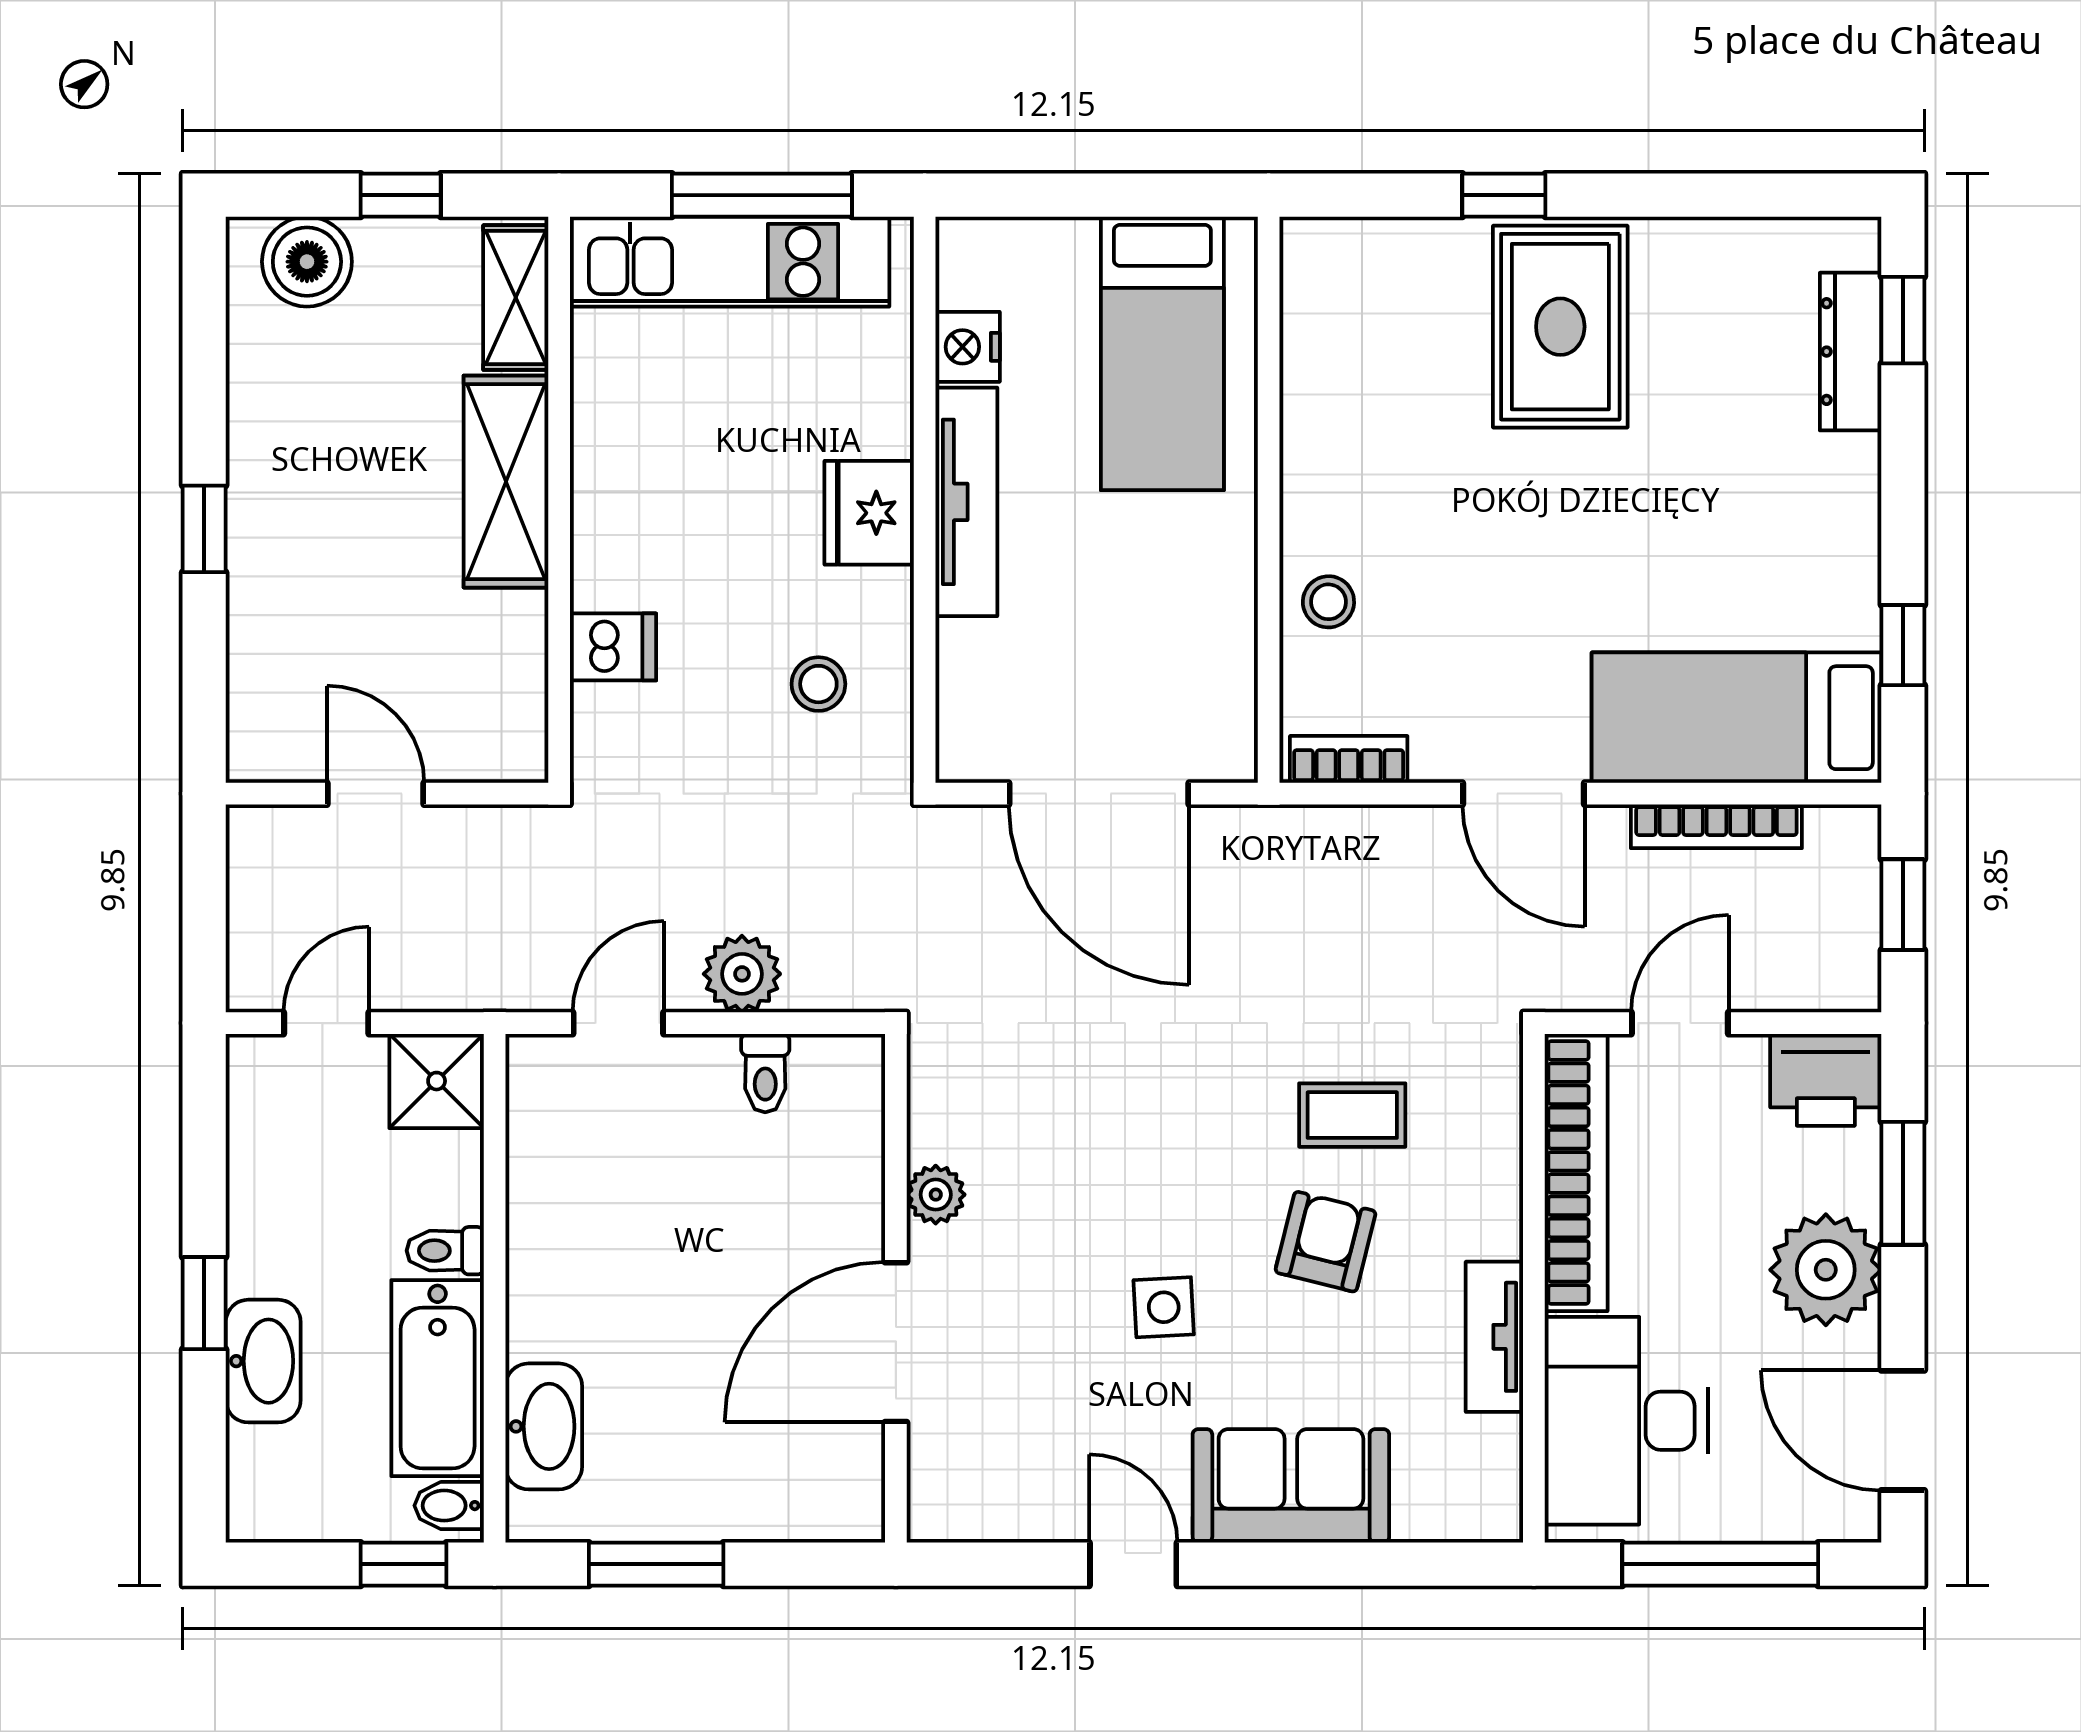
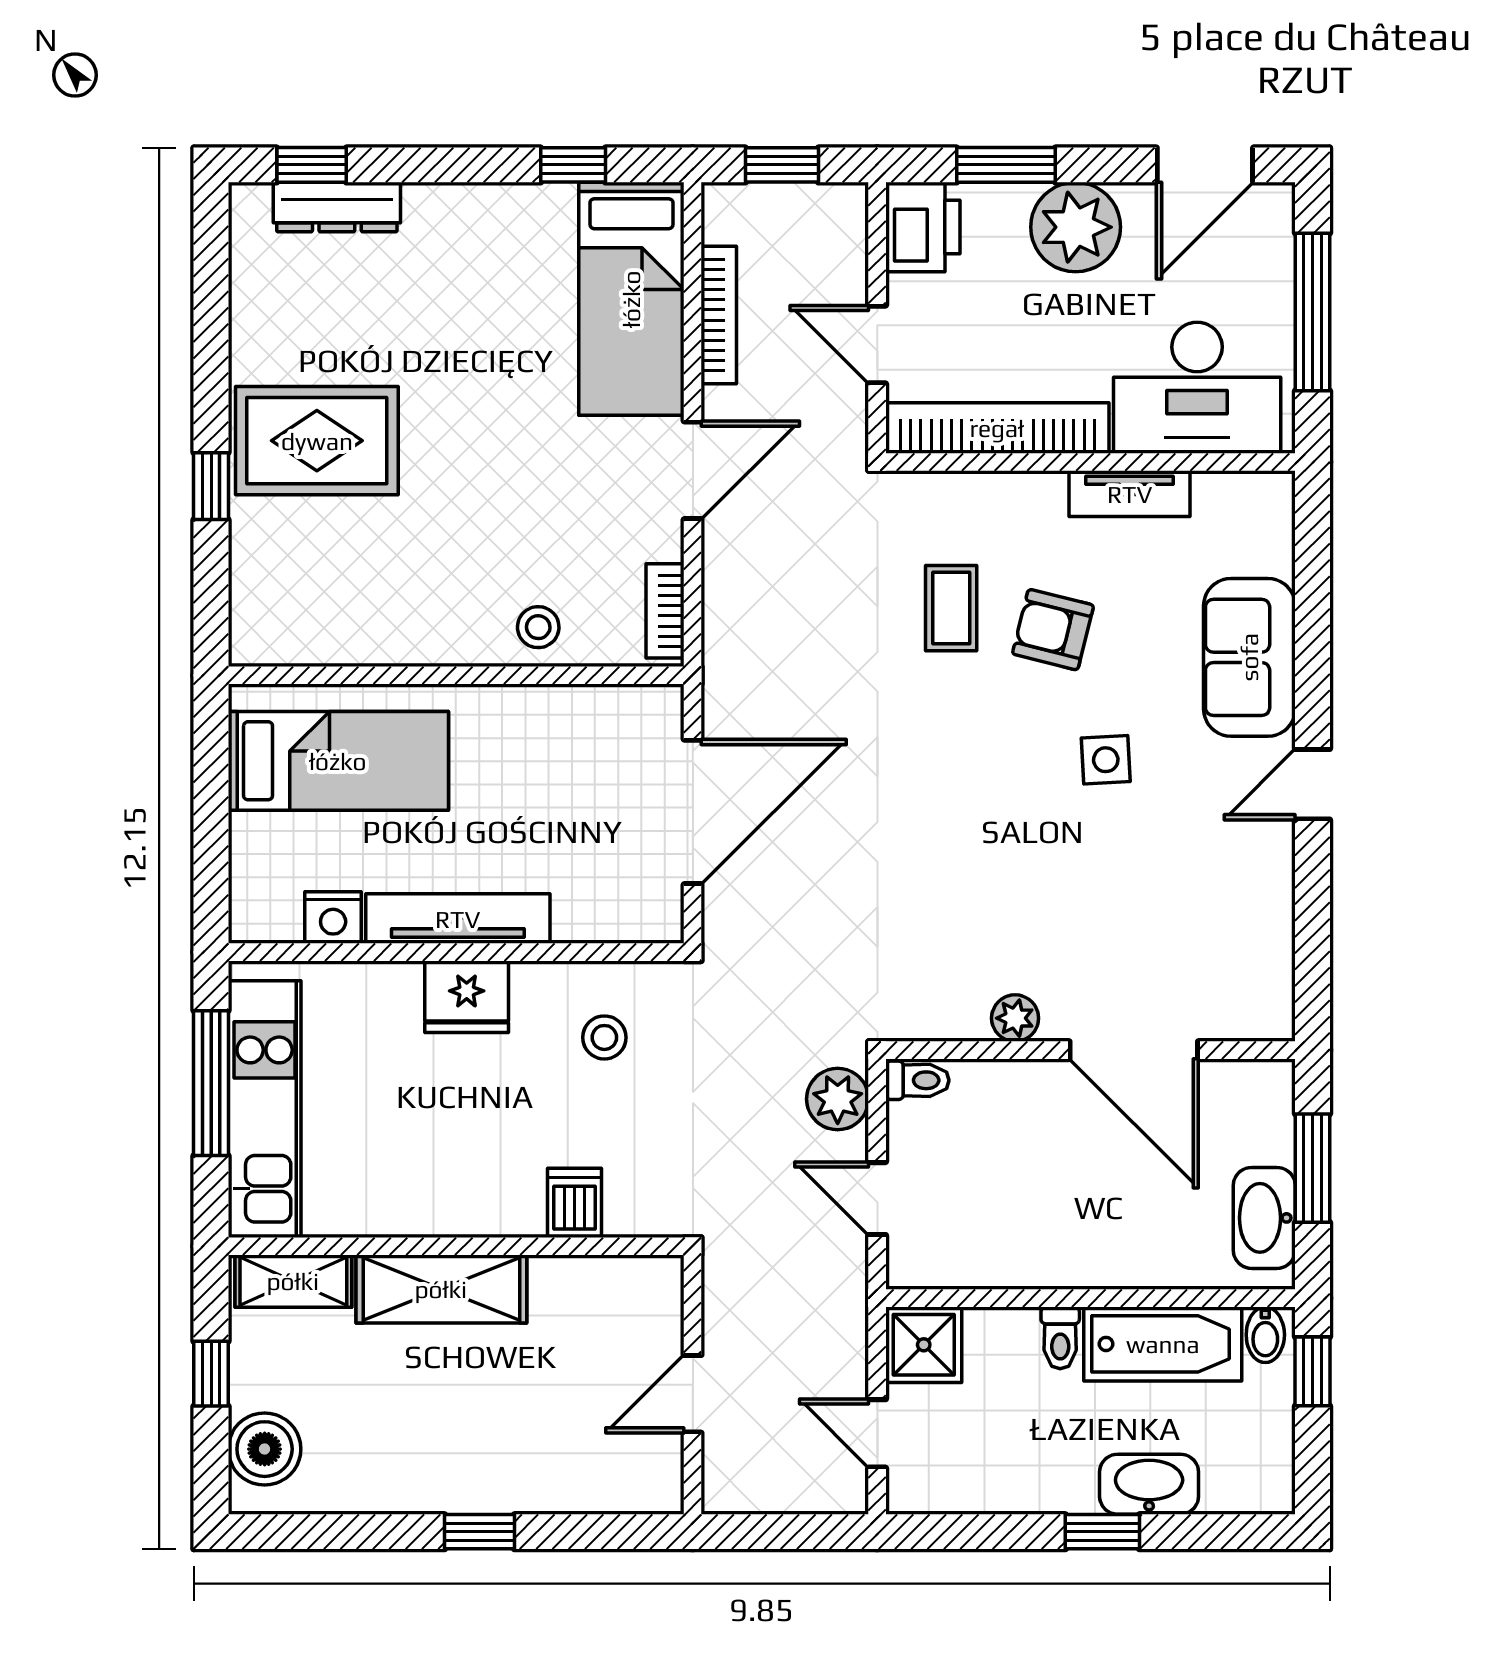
plant: (936, 1195) -> (1015, 1018), moved
wall: (896, 1288) -> (1090, 1050), moved
door: (896, 1342) -> (1134, 1050), moved
washbasin: (544, 1426) -> (1264, 1218), moved, turned -90

